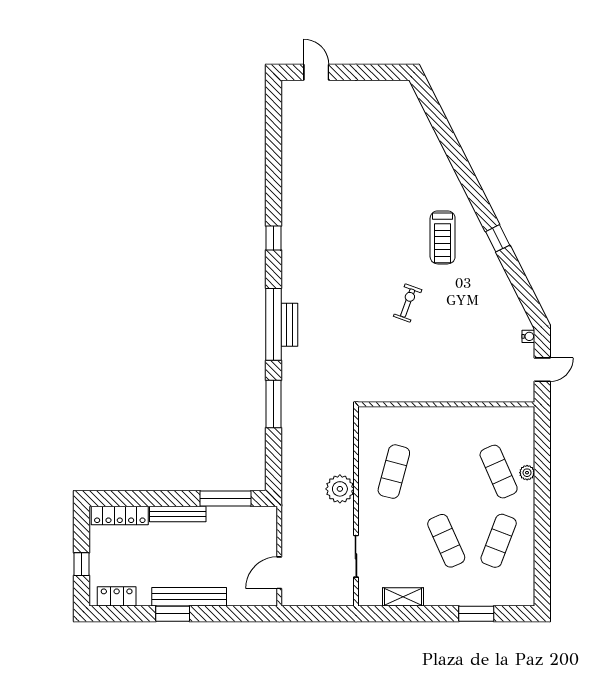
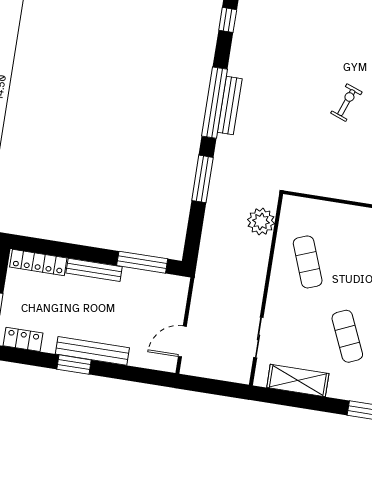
bench: (289, 325) -> (230, 105), width x1.36
exercise mat: (394, 472) -> (308, 262), turned -36
plant: (340, 489) -> (261, 221), moved
shelving: (403, 597) -> (298, 381), width x1.50, depth x1.33

